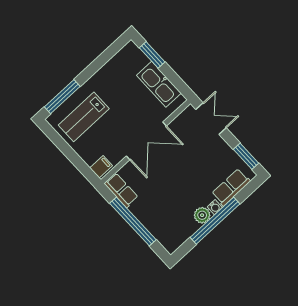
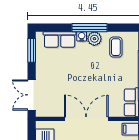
window: (215, 221) -> (89, 28), width x0.68
coffee table: (178, 225) -> (116, 47), added

